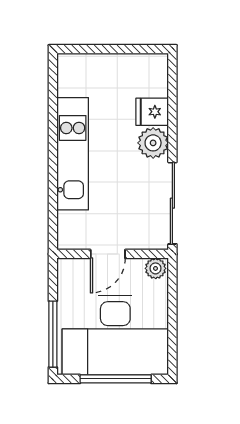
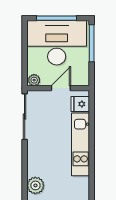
fridge: (152, 112) -> (80, 104), moved, turned 180
plant: (153, 143) -> (35, 185), moved

